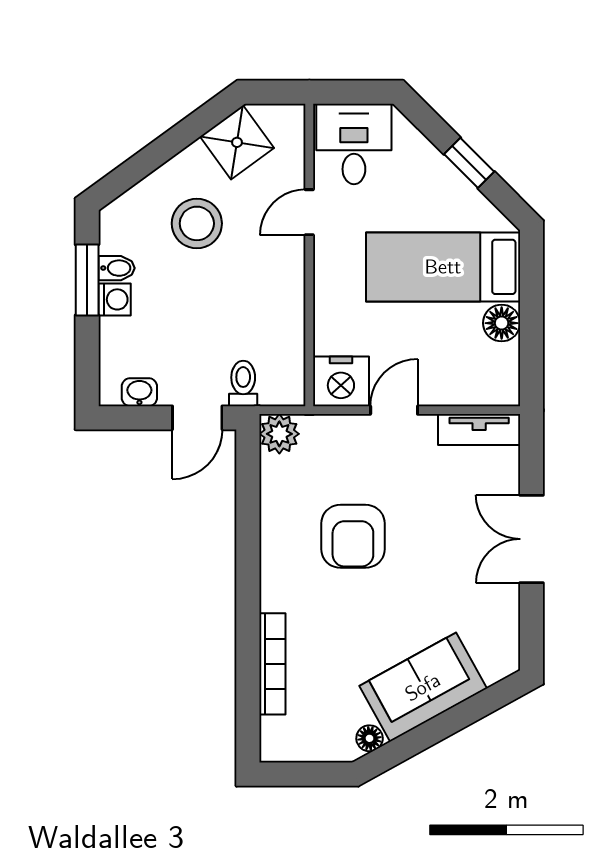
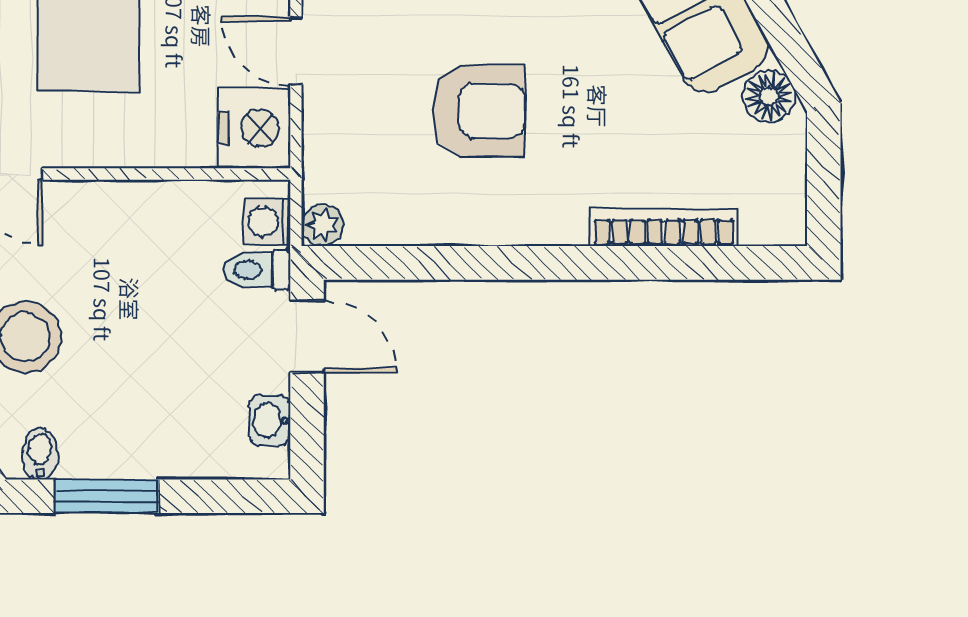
bidet: (117, 268) -> (40, 453), moved
washing machine: (115, 299) -> (267, 222), moved, turned -90
plant: (279, 434) -> (322, 225), width x0.73, depth x0.73
floor lamp: (370, 738) -> (769, 96), width x1.37, depth x1.37

